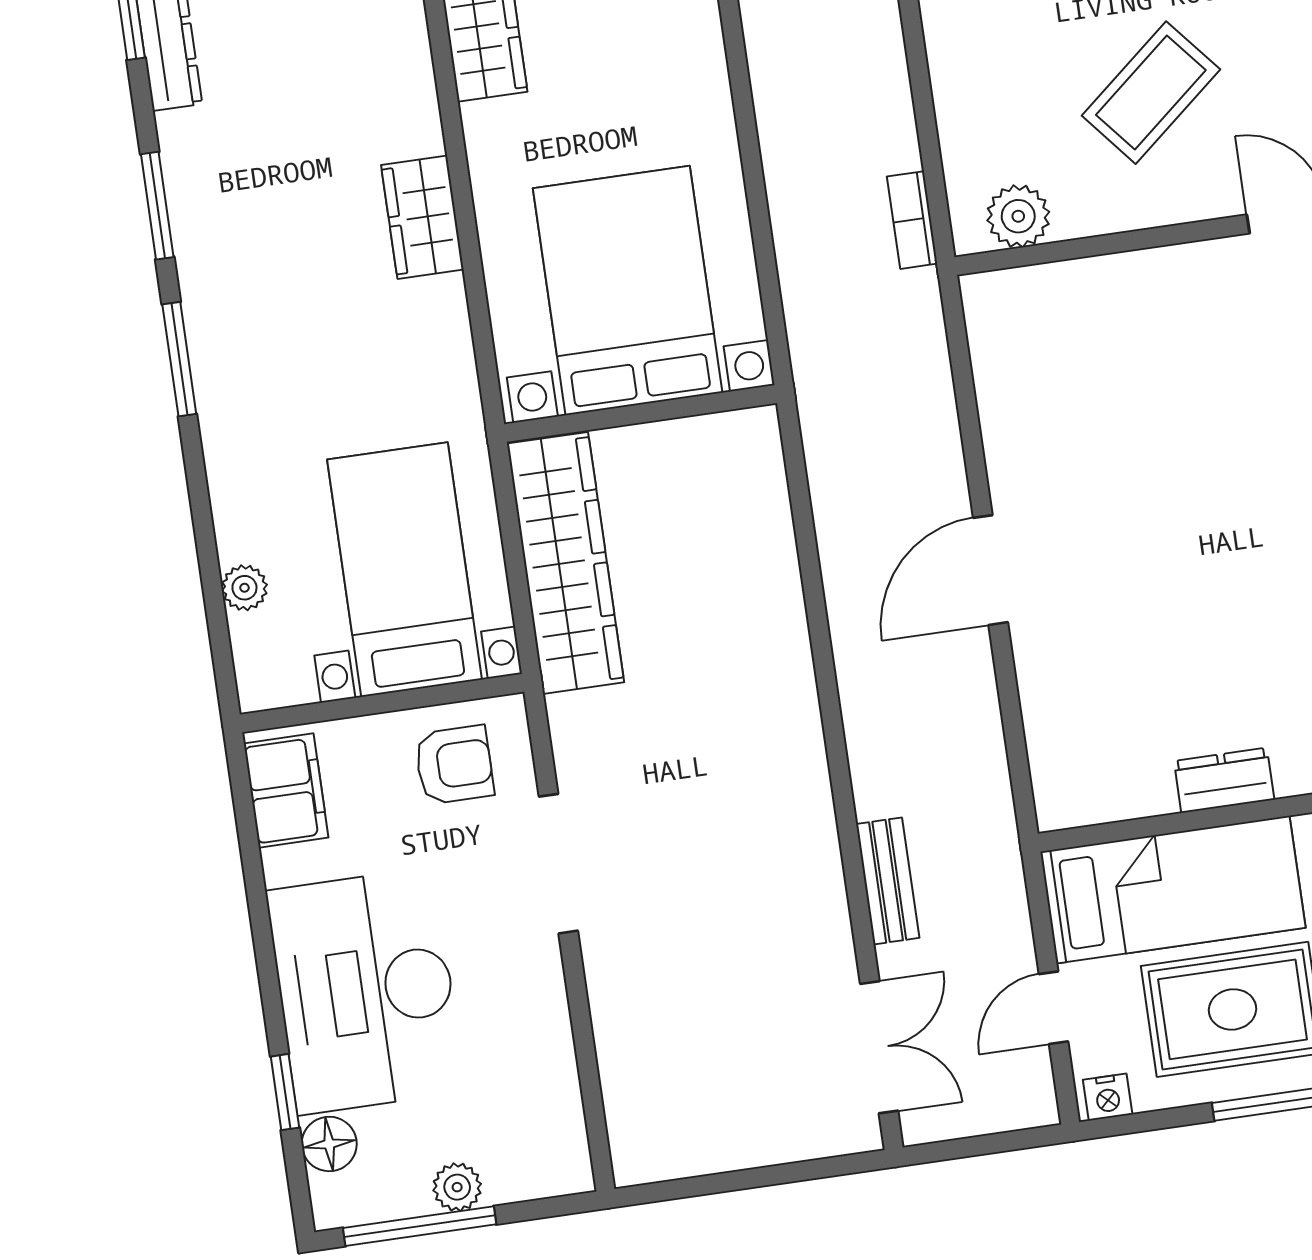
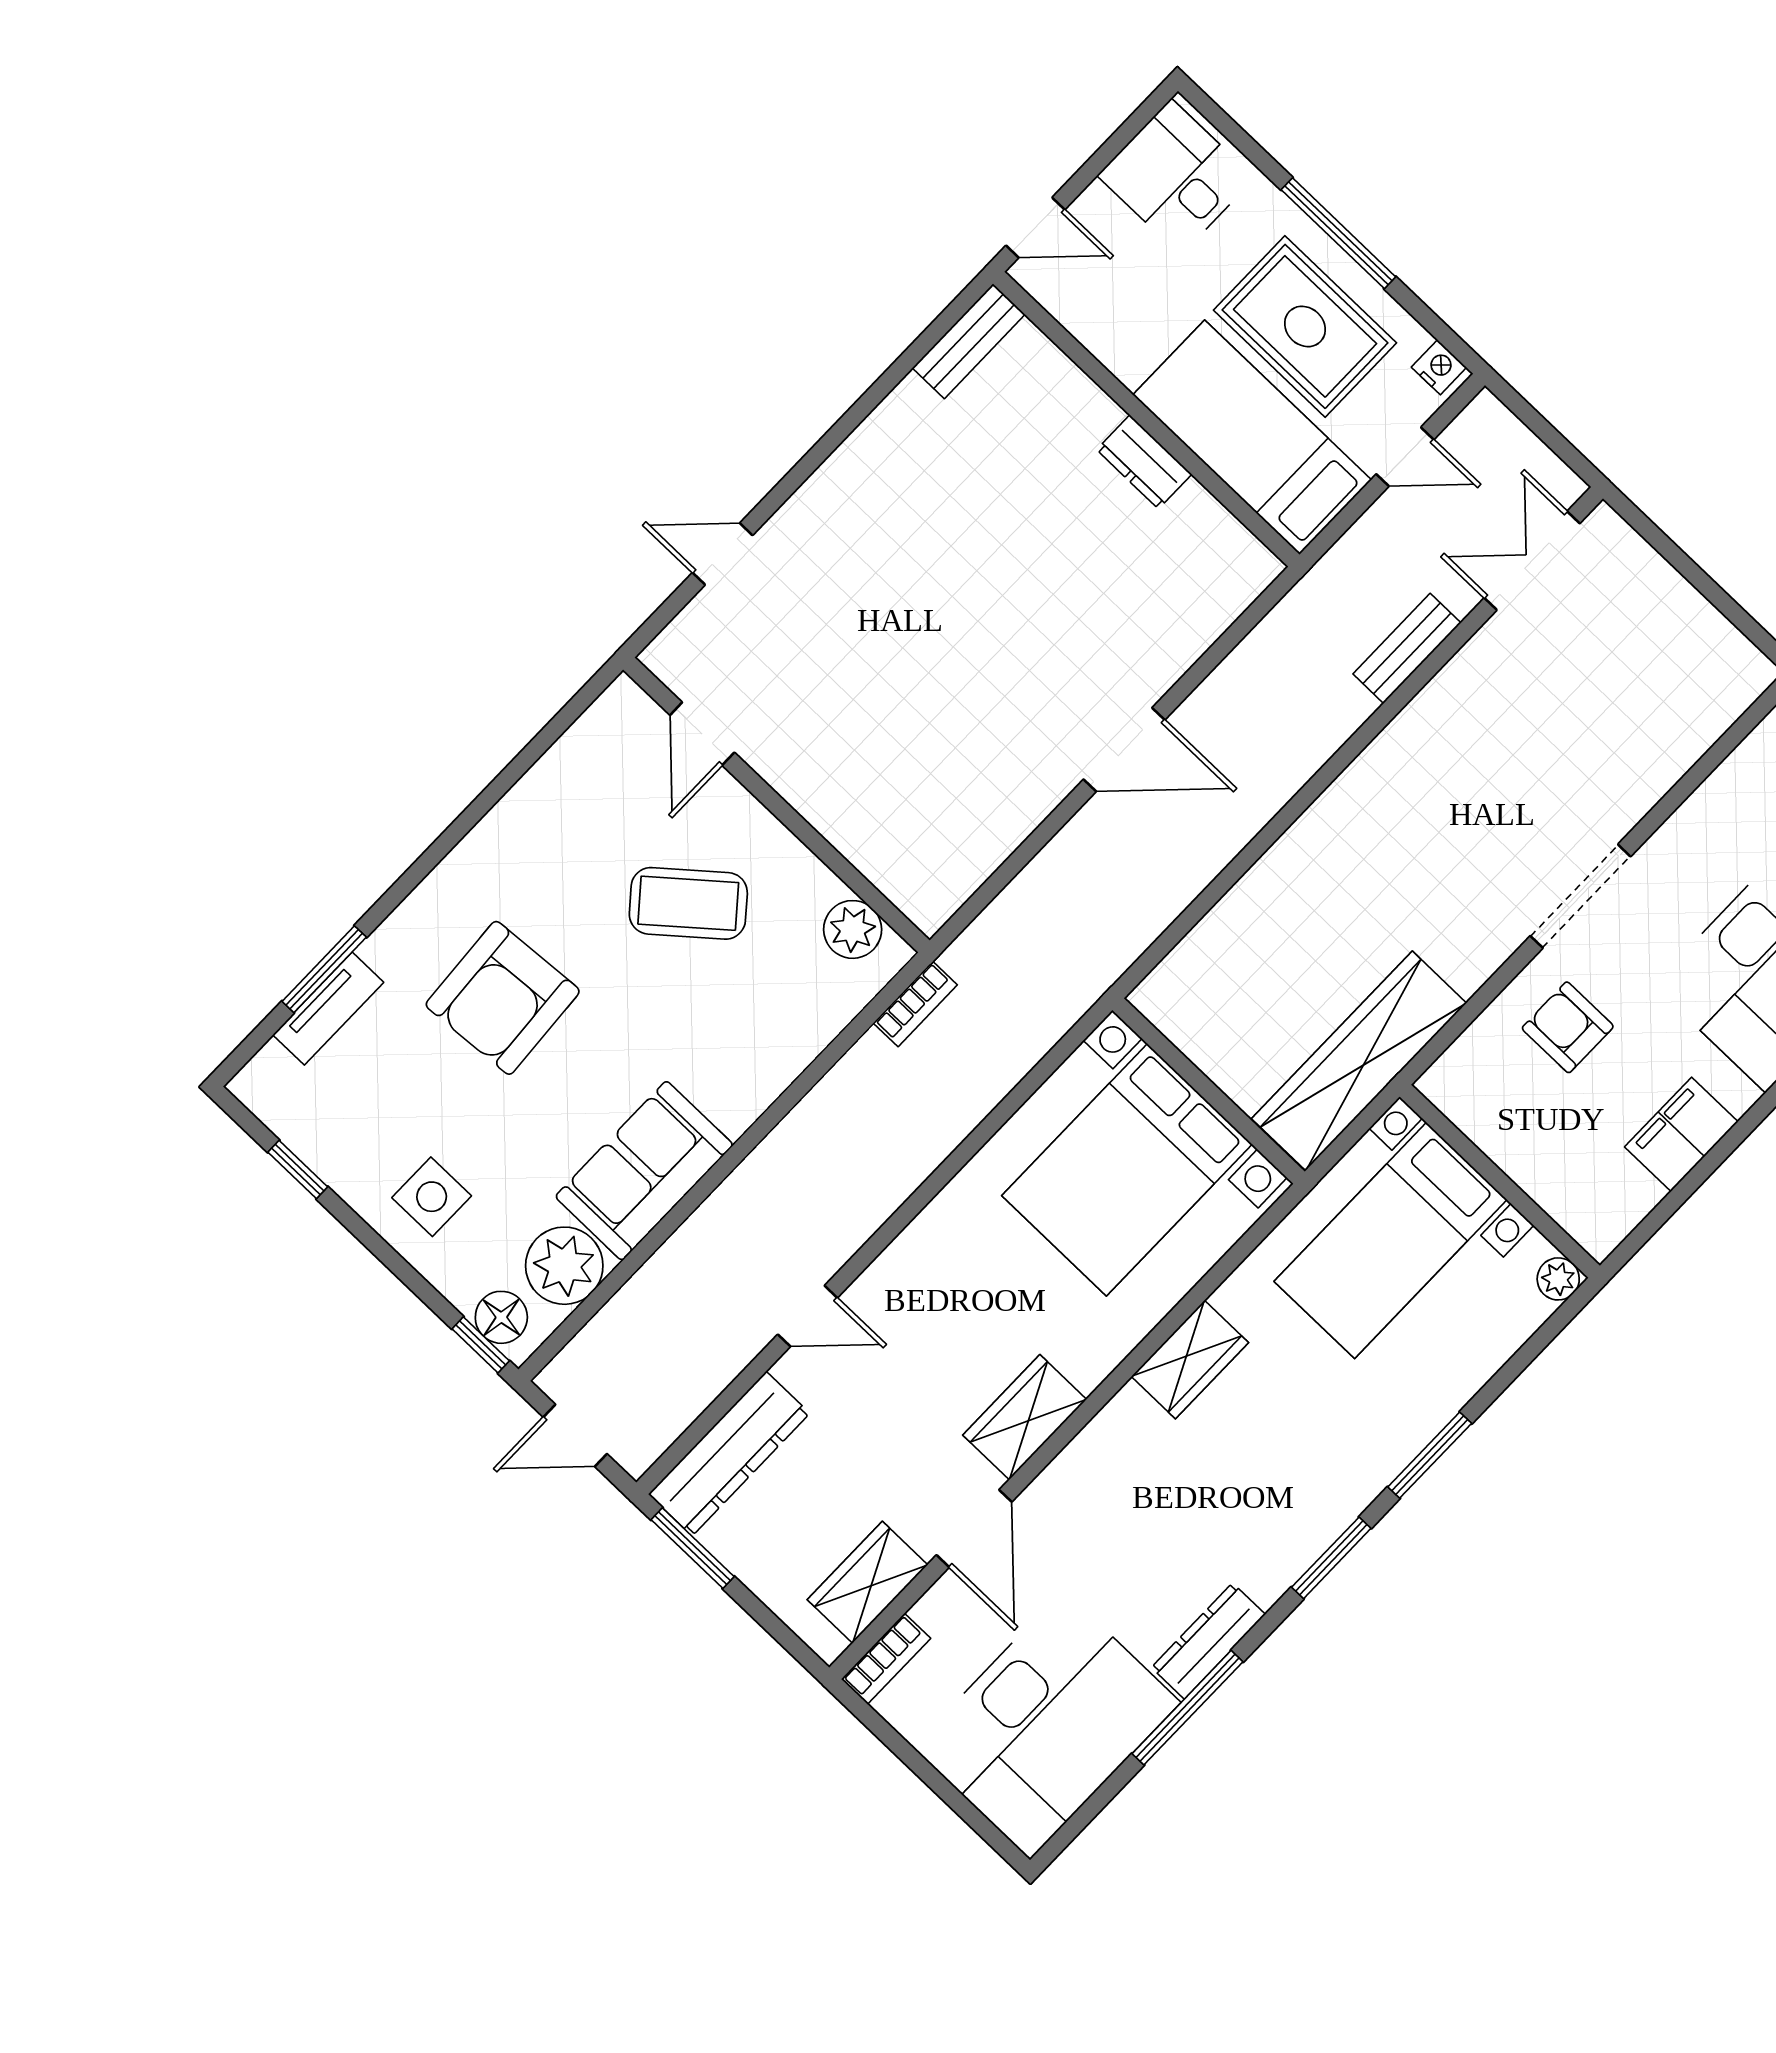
bed with nightstands: (404, 570) -> (1391, 1240), moved
wall: (382, 703) -> (1500, 1181), moved

